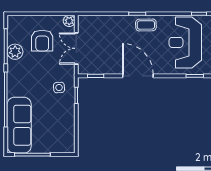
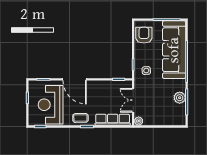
row of seats: (103, 23) -> (113, 120), added
armchair: (42, 41) -> (144, 35), moved
reception desk: (185, 42) -> (51, 105), turned 180
double door: (76, 48) -> (133, 100), swing flipped
door: (138, 76) -> (75, 79), moved
sofa: (19, 125) -> (174, 50), width x1.36, depth x1.27

